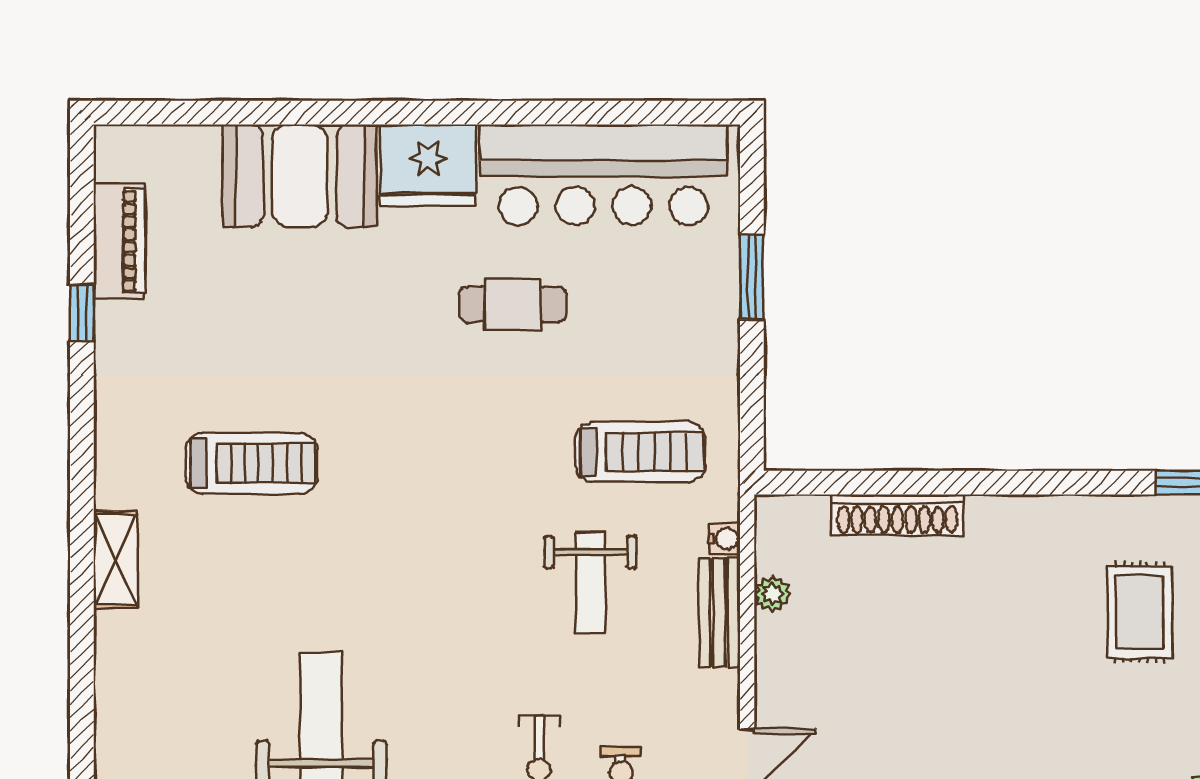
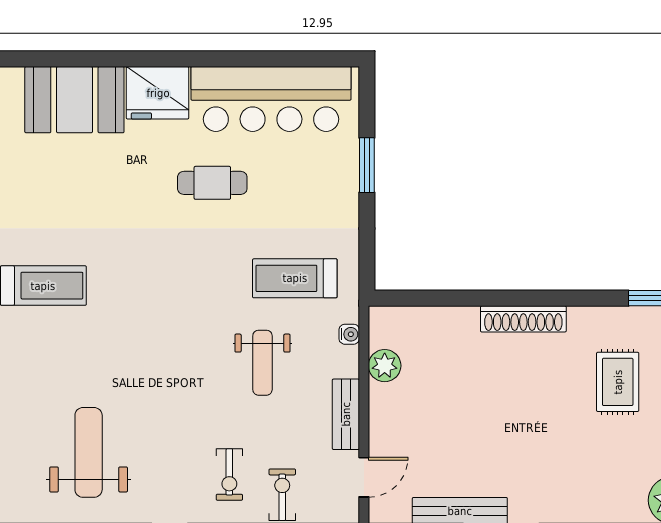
treadmill: (640, 452) -> (295, 278), turned 180
shoe rack: (897, 515) -> (523, 319), moved
plant: (772, 594) -> (385, 366), width x1.38, depth x1.38
bench: (719, 613) -> (346, 414), moved

